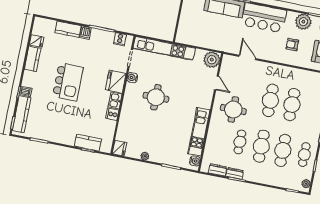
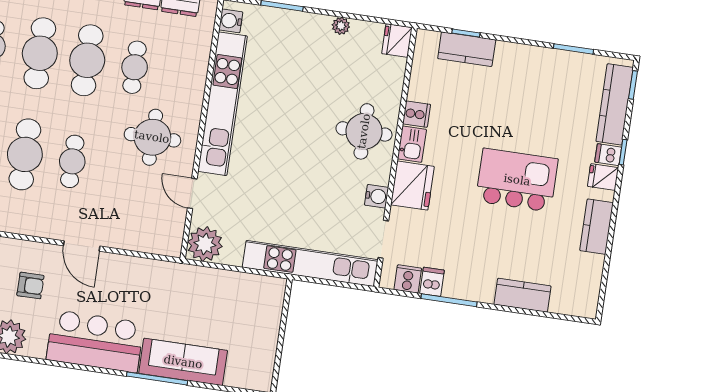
dishwasher: (85, 33) -> (432, 282), moved
fridge: (36, 41) -> (603, 177), moved
door: (247, 57) -> (82, 246), moved
kitchen island: (68, 82) -> (517, 180), turned 90
round table: (156, 97) -> (364, 131), moved
cafe table: (270, 100) -> (72, 161), width x0.73, depth x0.74
kitchen unit: (199, 132) -> (223, 104), width x1.36

